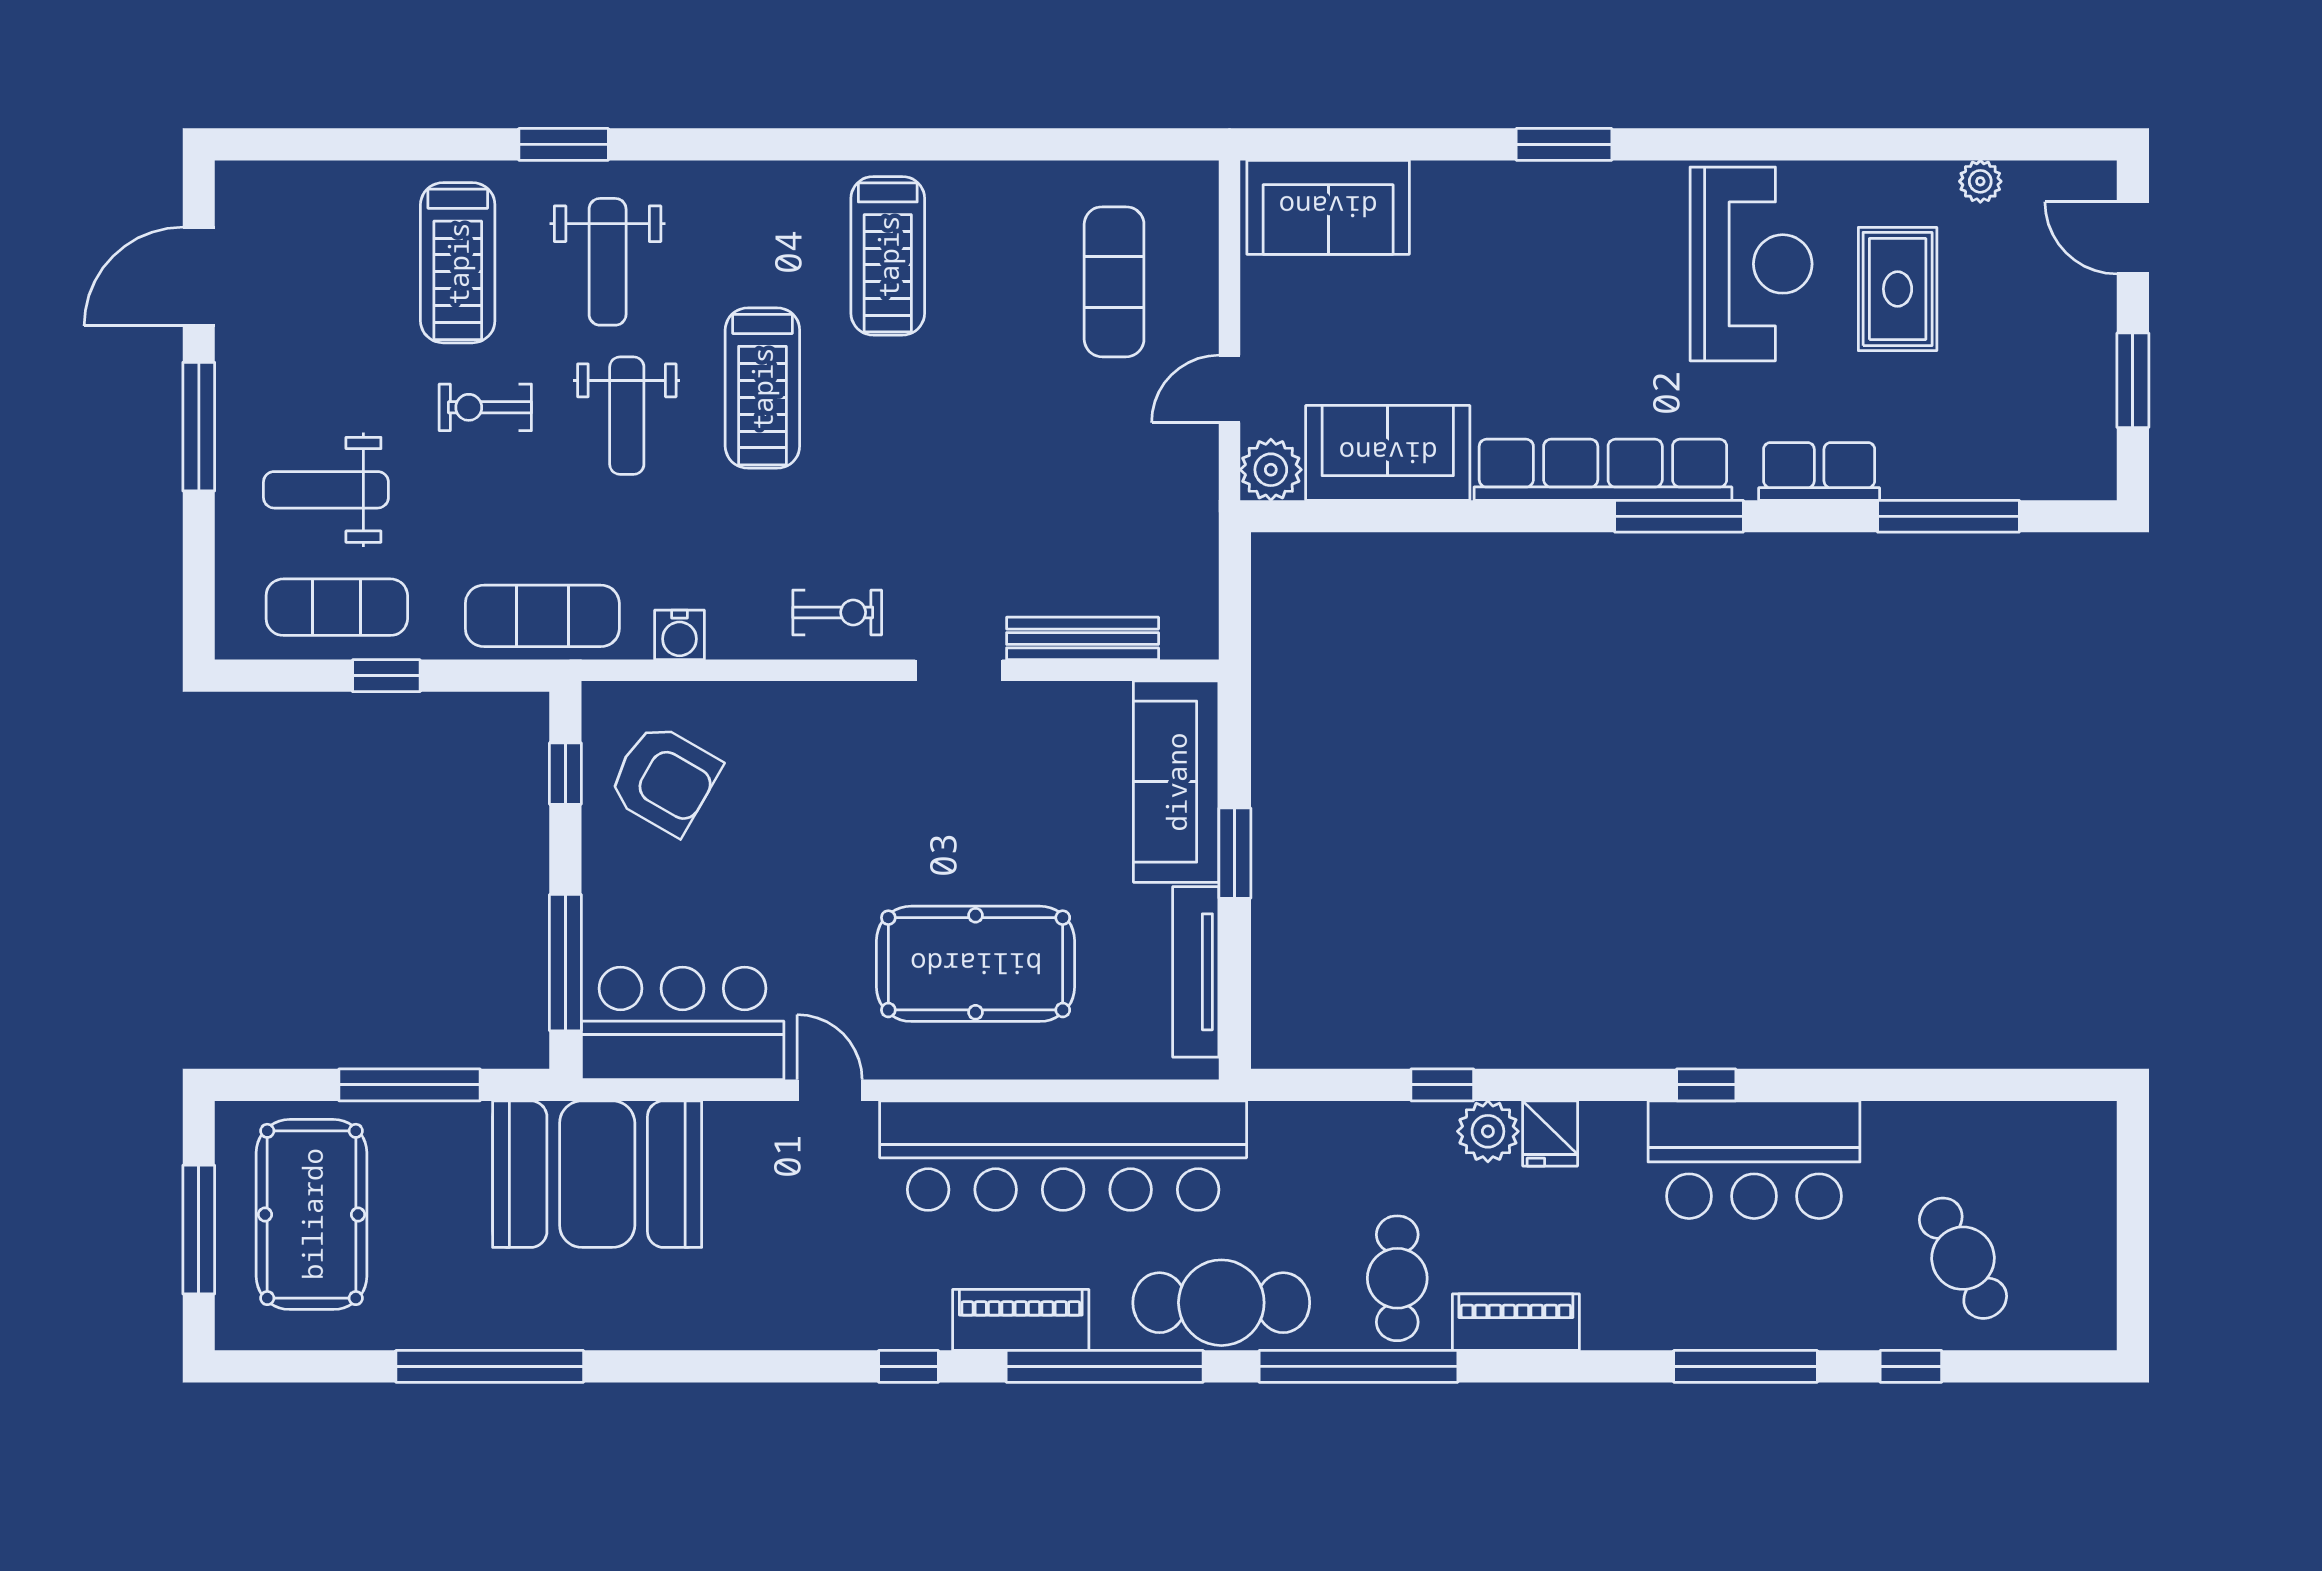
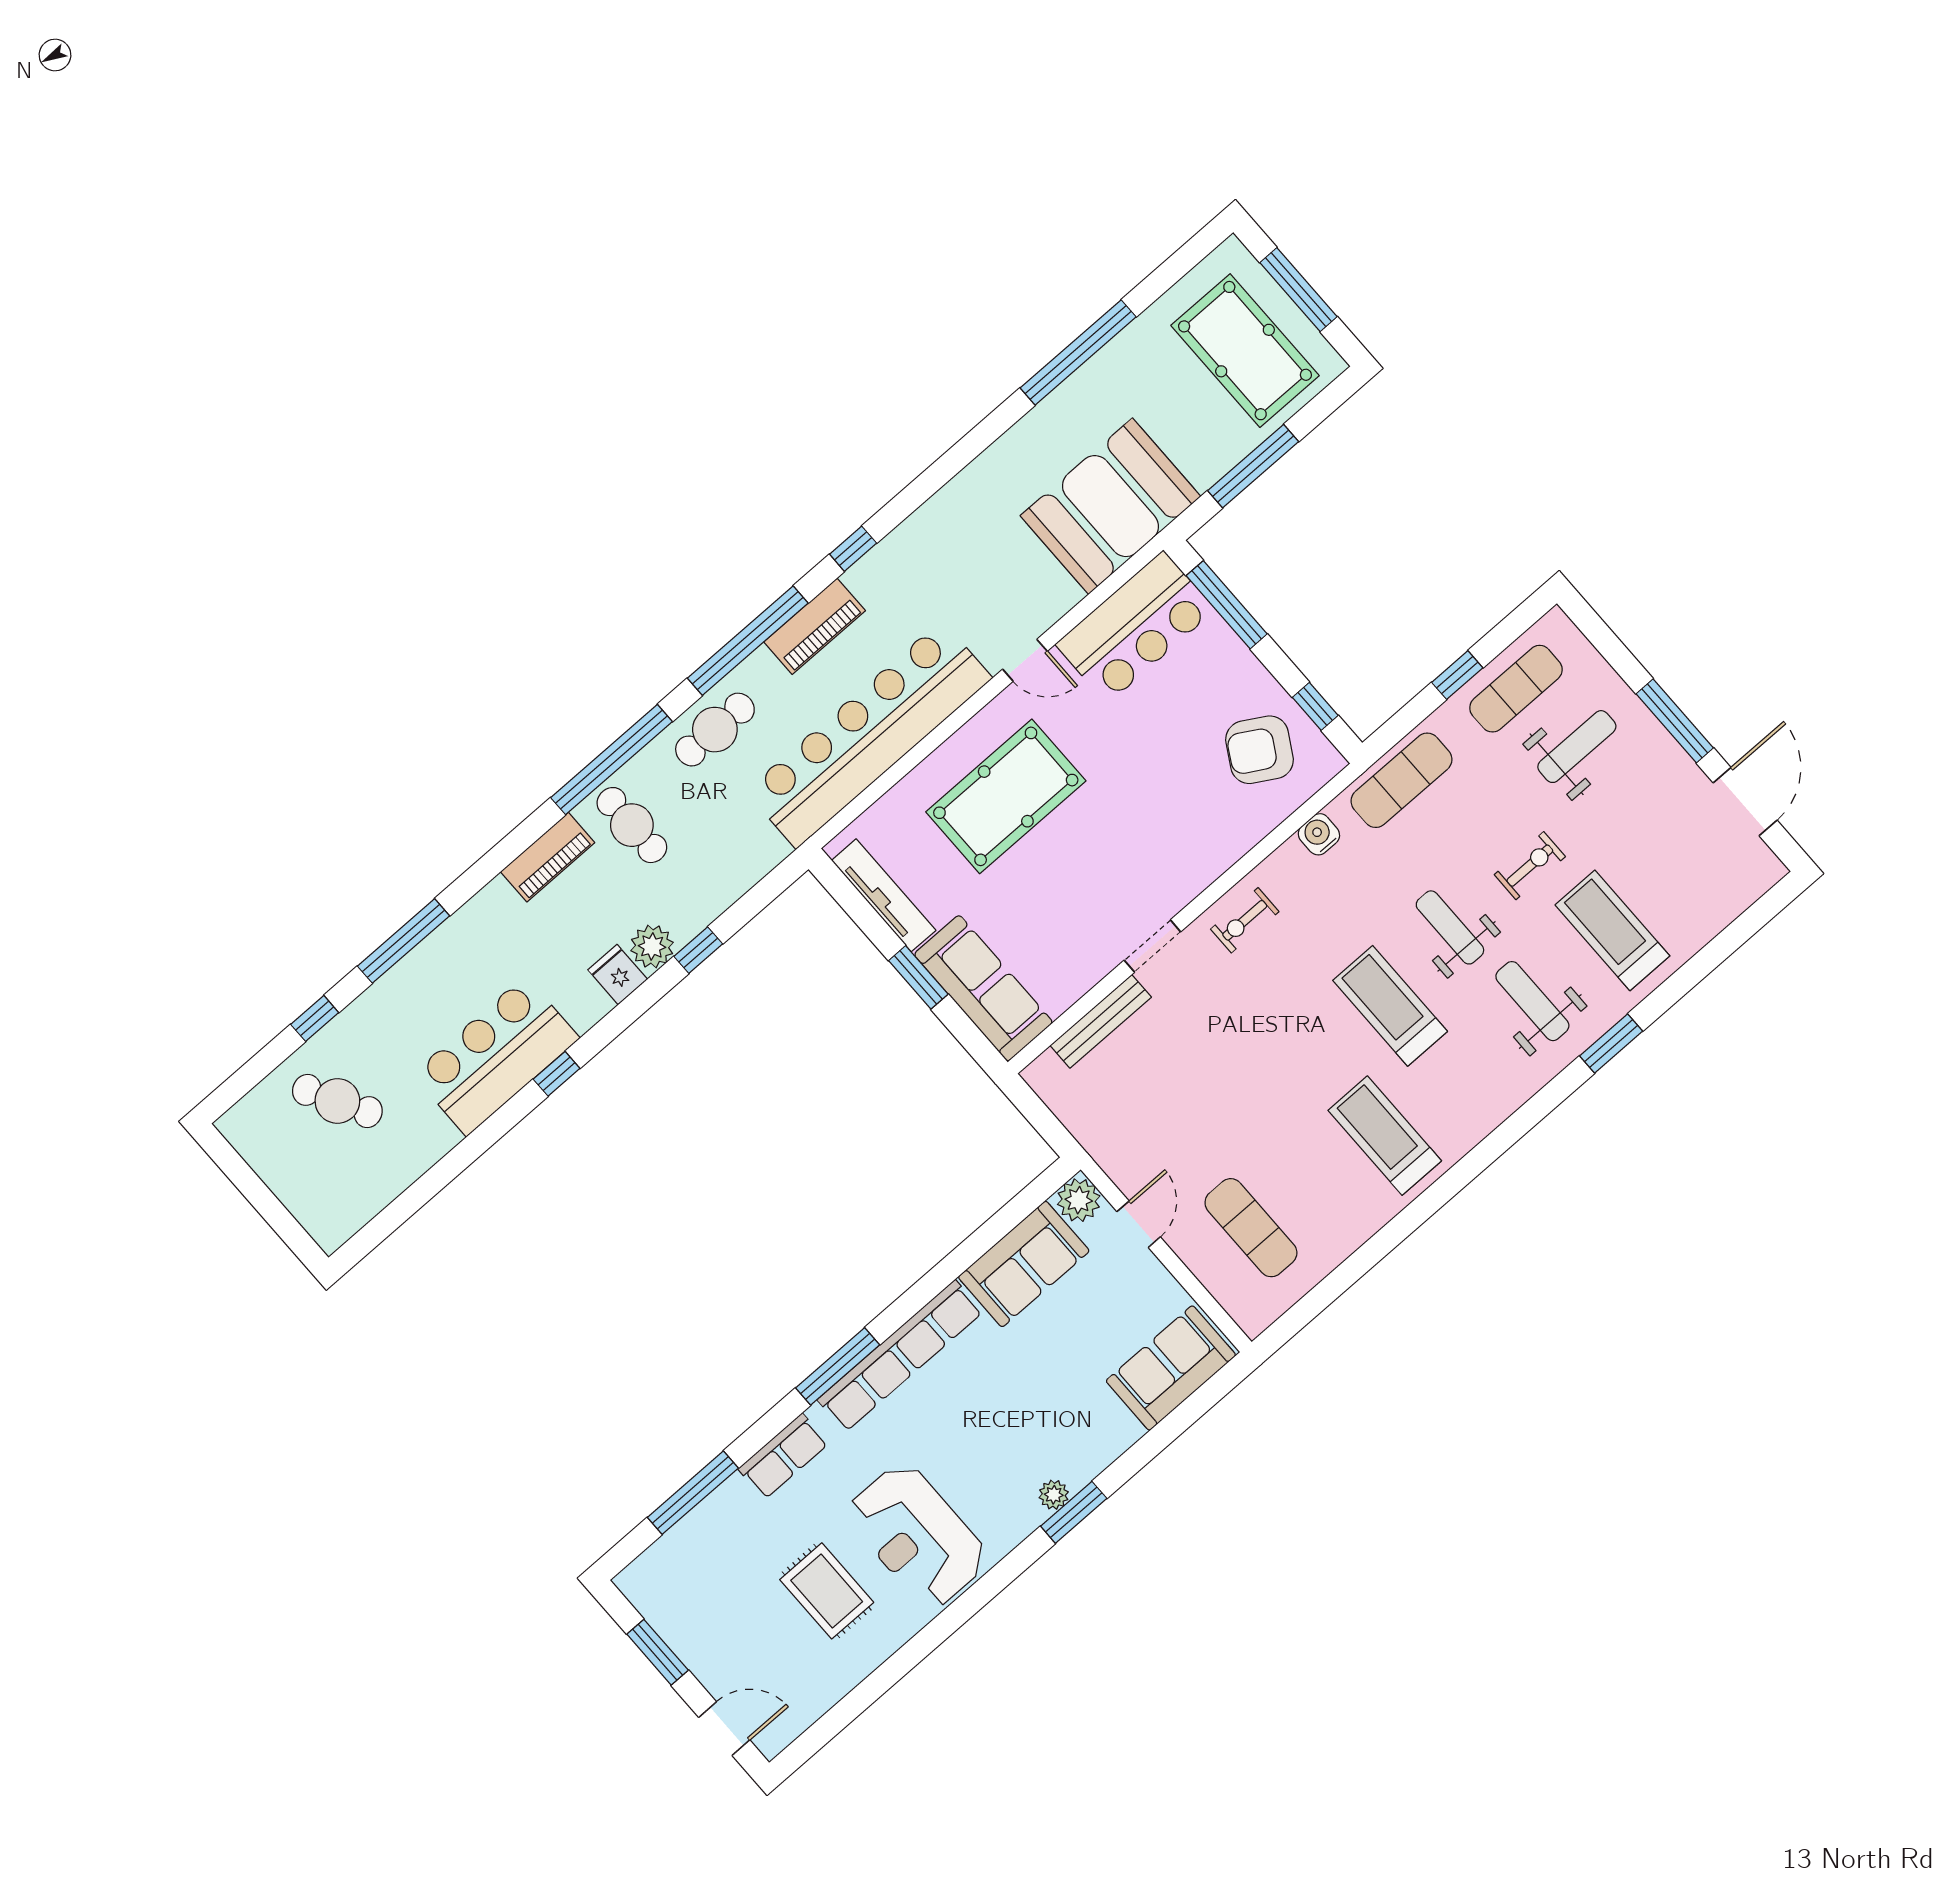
plant: (1980, 181) -> (1054, 1495), moved
cafe table: (1221, 1303) -> (715, 730), width x0.73, depth x0.74

